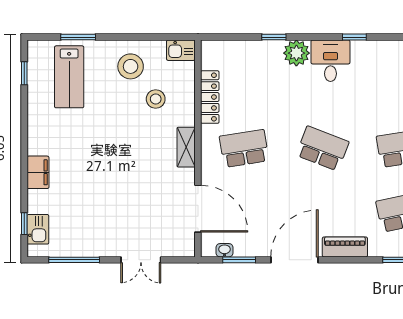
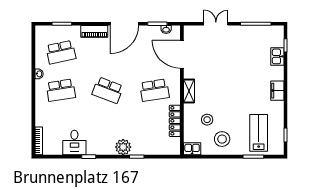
desk: (330, 61) -> (74, 142), moved
filing cabinet: (38, 172) -> (277, 91), moved
kitchen sink: (38, 229) -> (277, 56), moved

